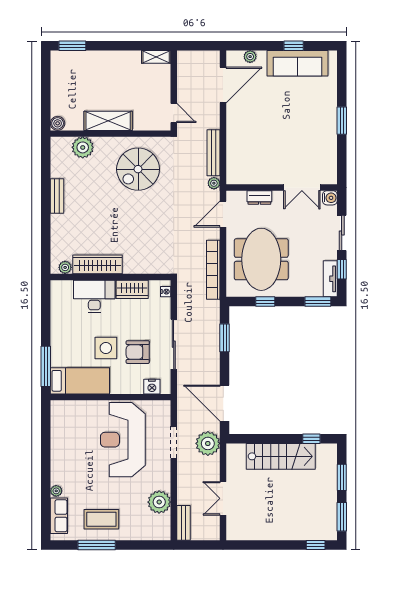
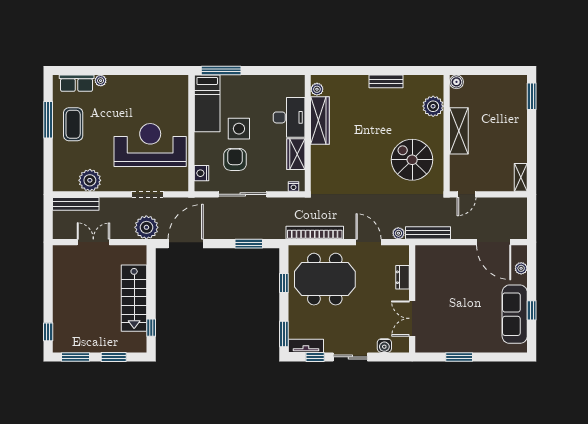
wall: (282, 188) -> (412, 299), moved
double door: (302, 188) -> (412, 318), moved
dresser: (259, 197) -> (403, 277), moved
bench: (184, 523) -> (76, 204), width x1.36

